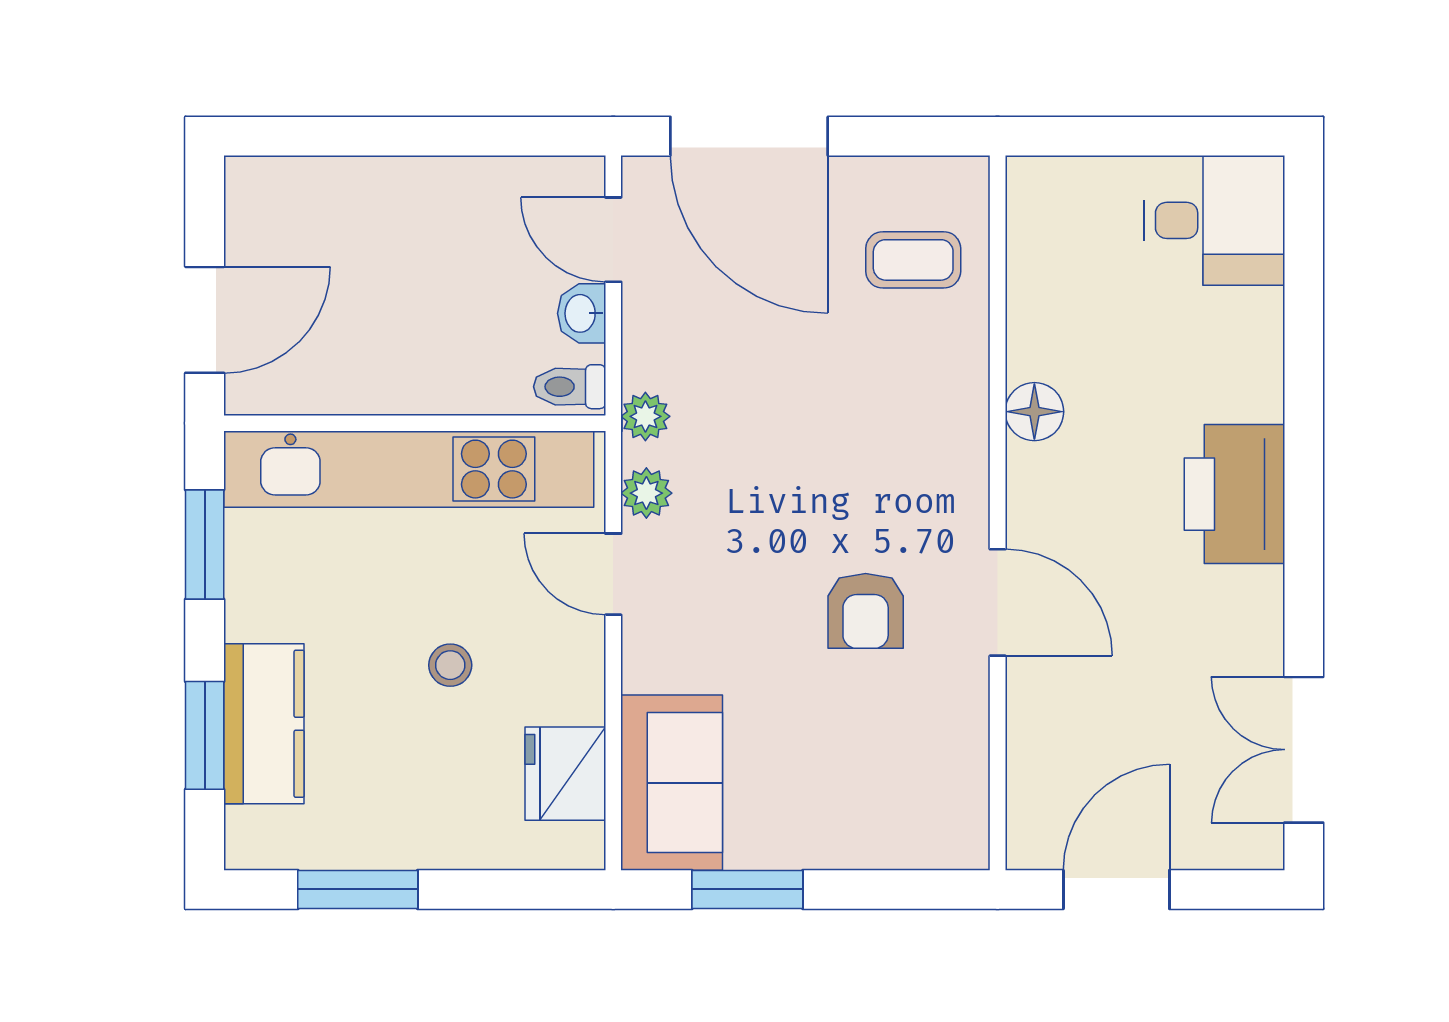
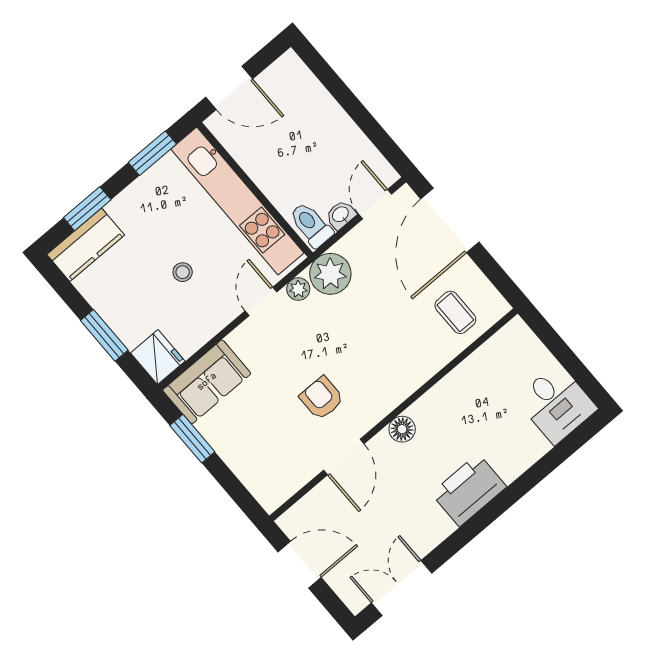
toilet: (570, 387) -> (311, 225), width x1.37, depth x1.39
floor lamp: (1034, 412) -> (402, 429), moved
plant: (645, 416) -> (330, 274), width x1.87, depth x1.87
door: (998, 602) -> (344, 457), moved
armchair: (866, 611) -> (322, 398), turned 90
kitchen counter: (264, 724) -> (86, 245), moved
fridge: (565, 774) -> (158, 357), moved, turned 90
window: (358, 889) -> (104, 335), moved

